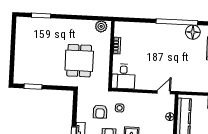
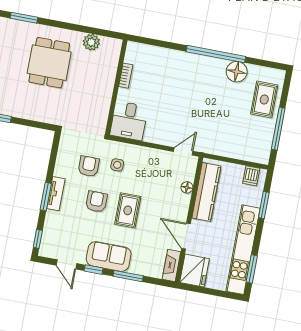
plant: (101, 26) -> (91, 42), moved
dining table: (79, 61) -> (49, 63), moved
armchair: (100, 112) -> (89, 166), turned 180

